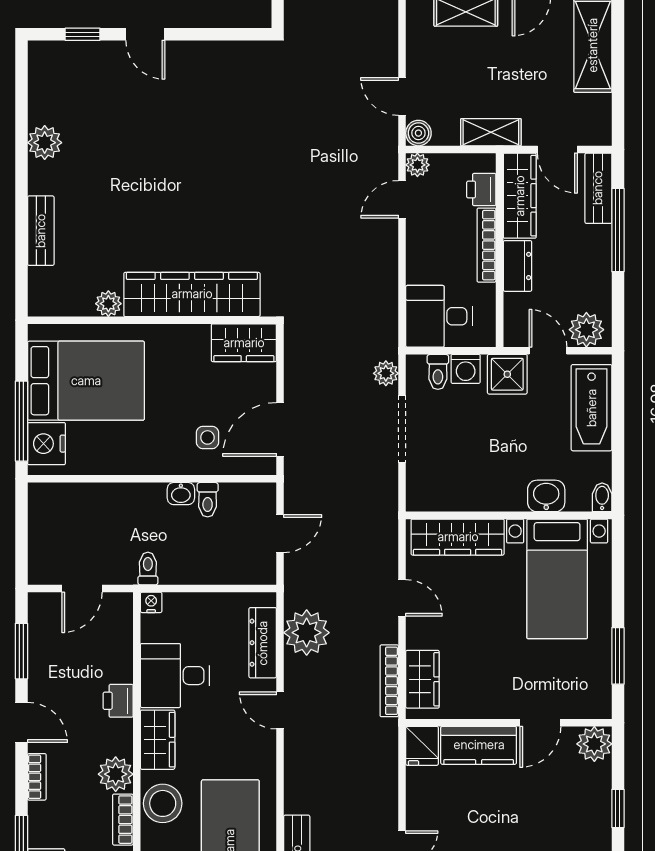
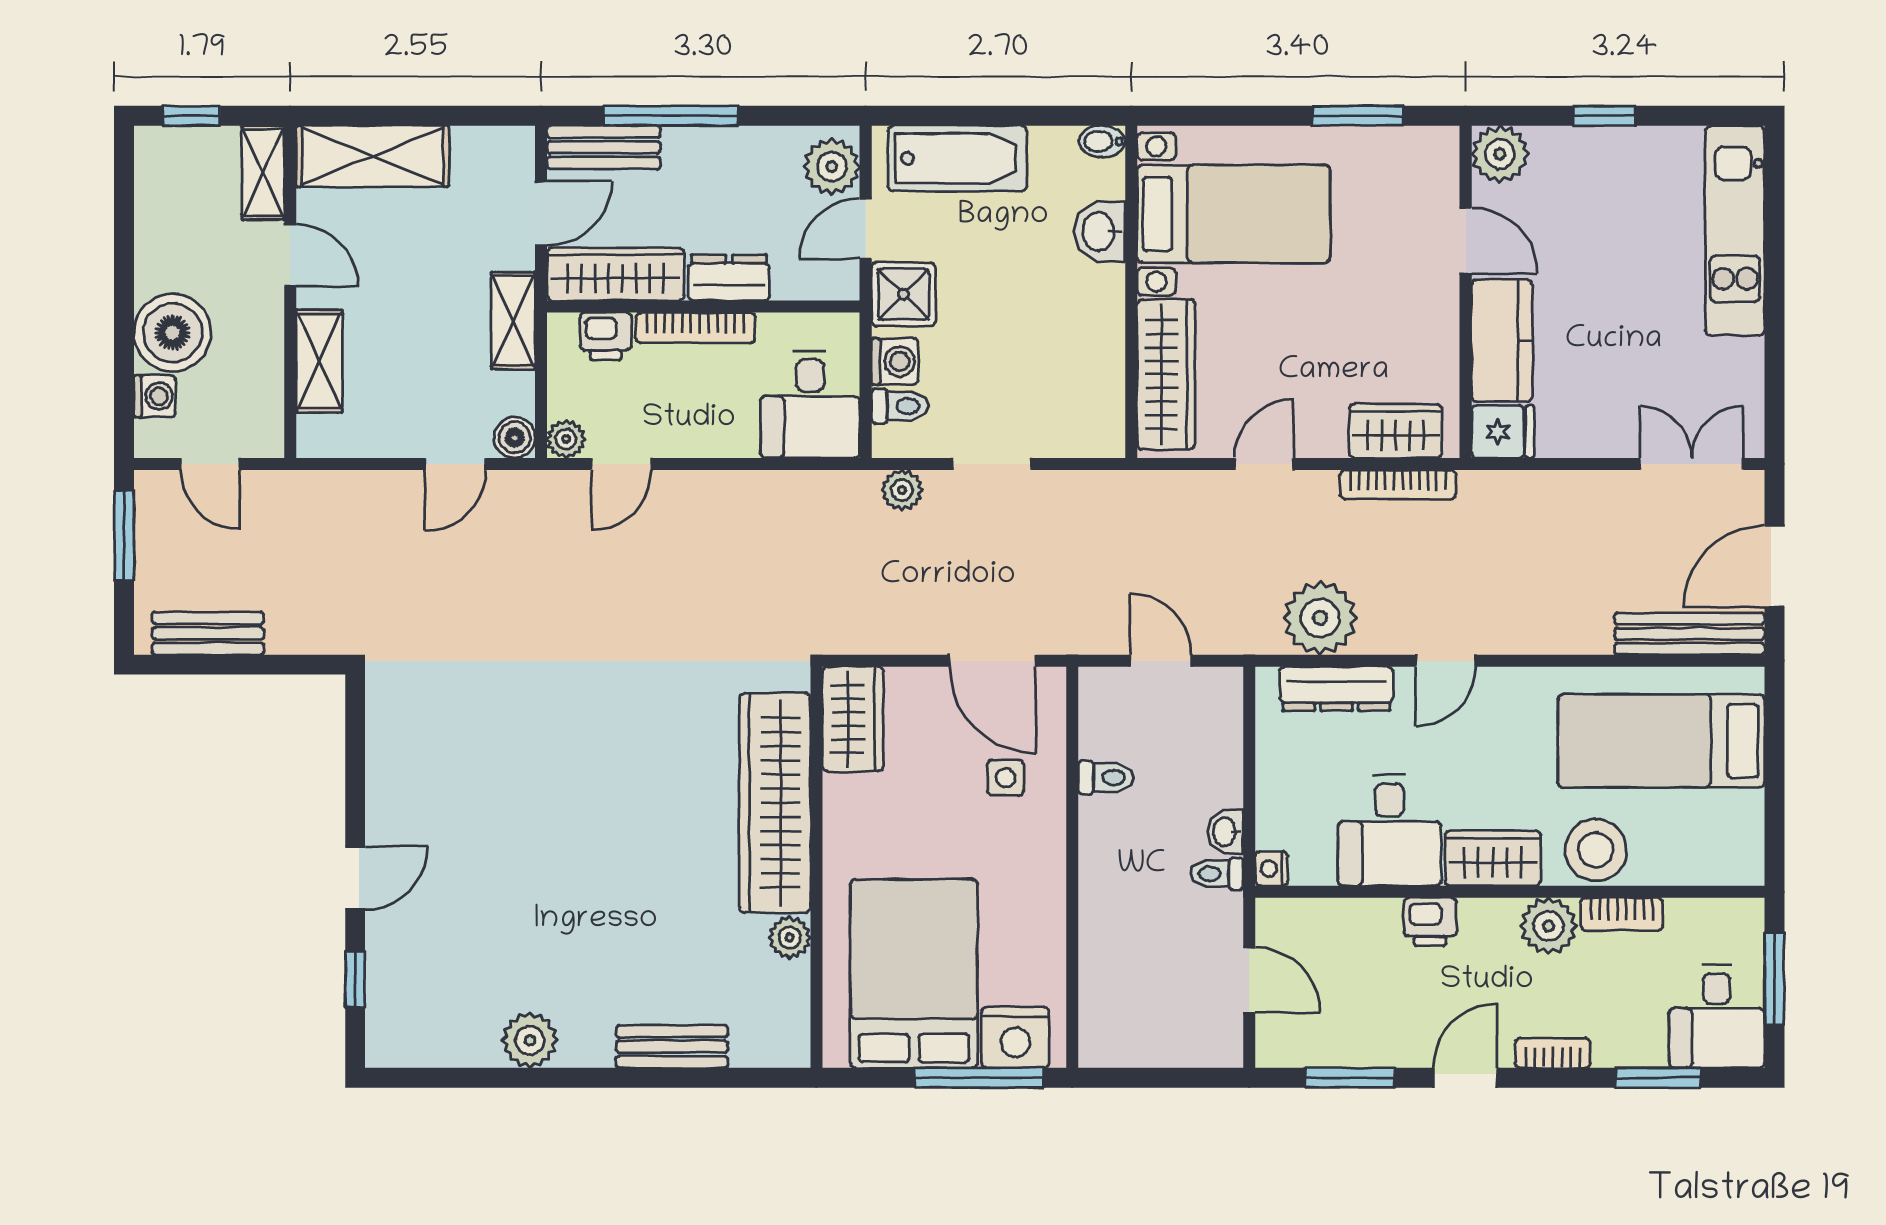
door: (402, 199) -> (621, 464), hinge flipped
doorway: (402, 429) -> (992, 464), width x0.73
washbasin: (181, 494) -> (1225, 832), moved, turned 180

